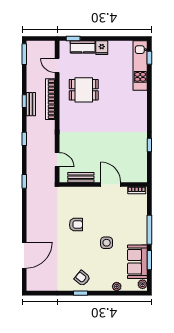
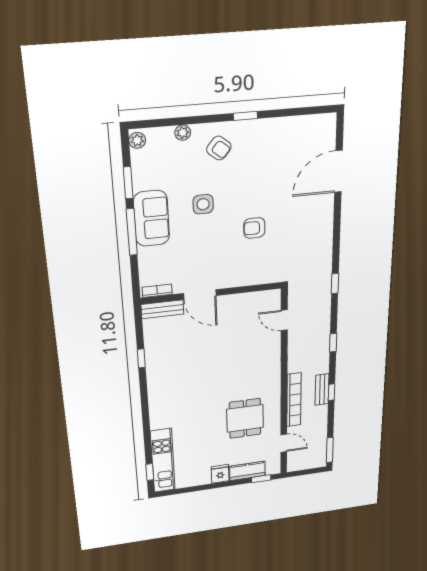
dining table: (84, 90) -> (245, 418), turned 90
bench: (81, 177) -> (162, 309), moved
sofa: (137, 262) -> (151, 218), moved
armchair: (82, 278) -> (219, 148), moved

